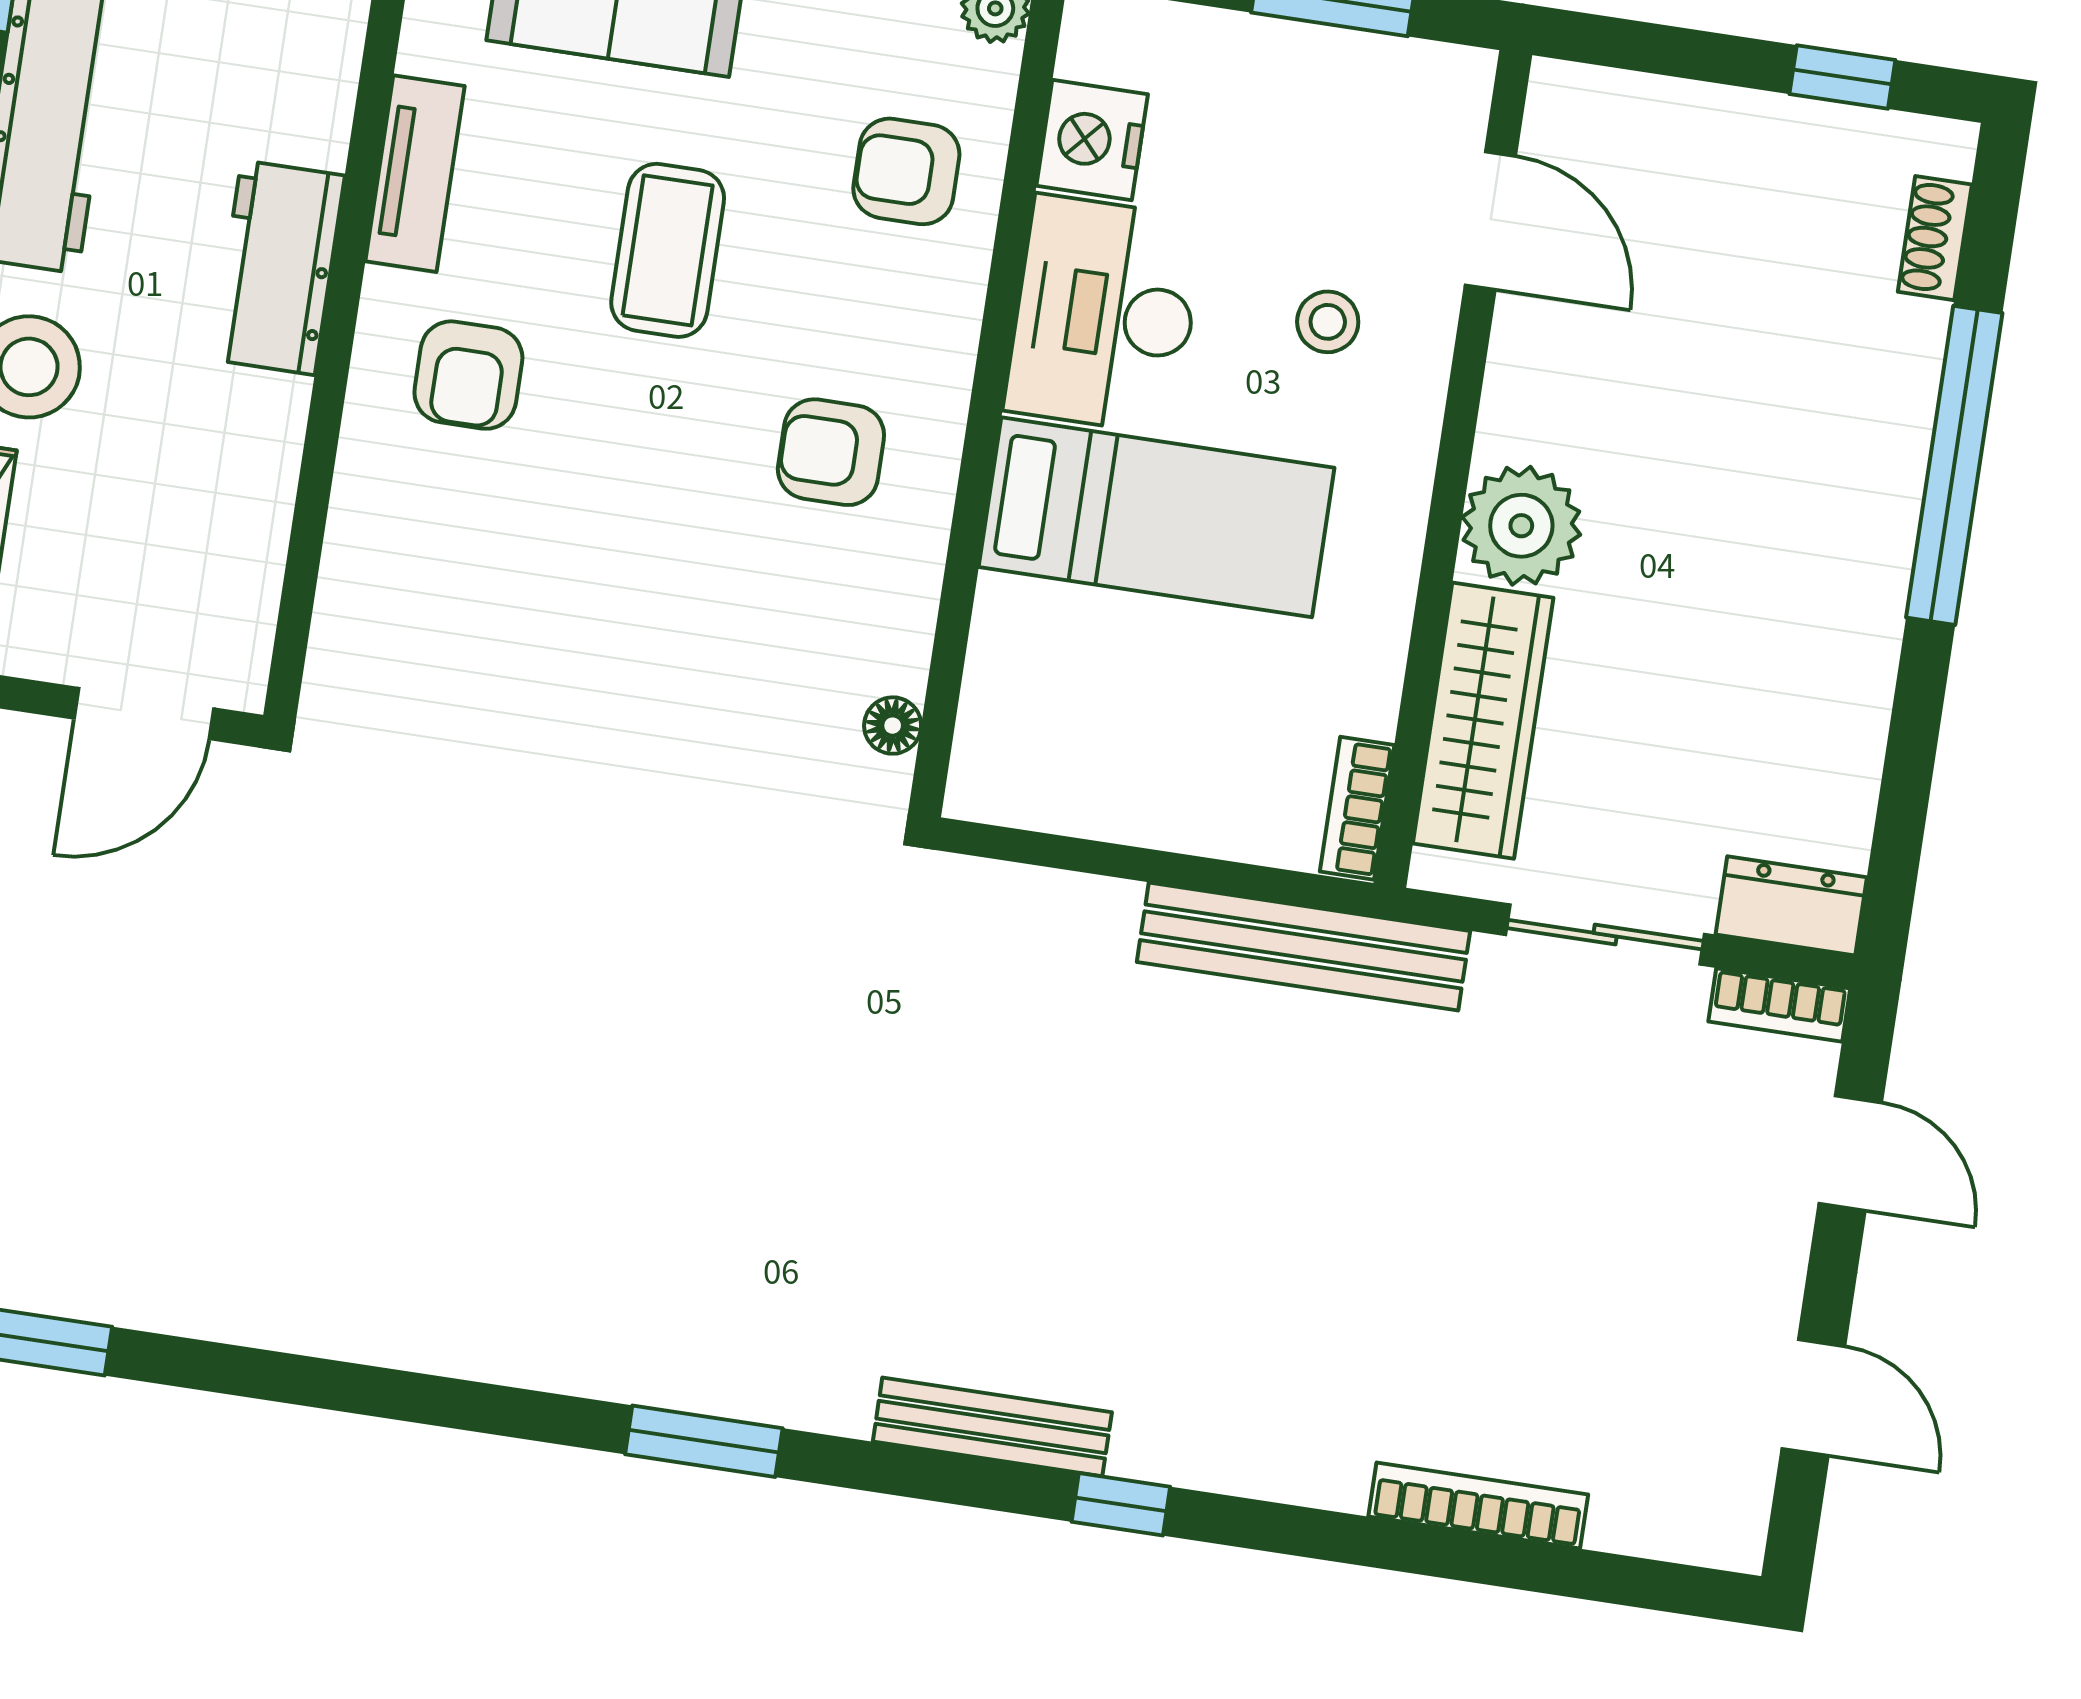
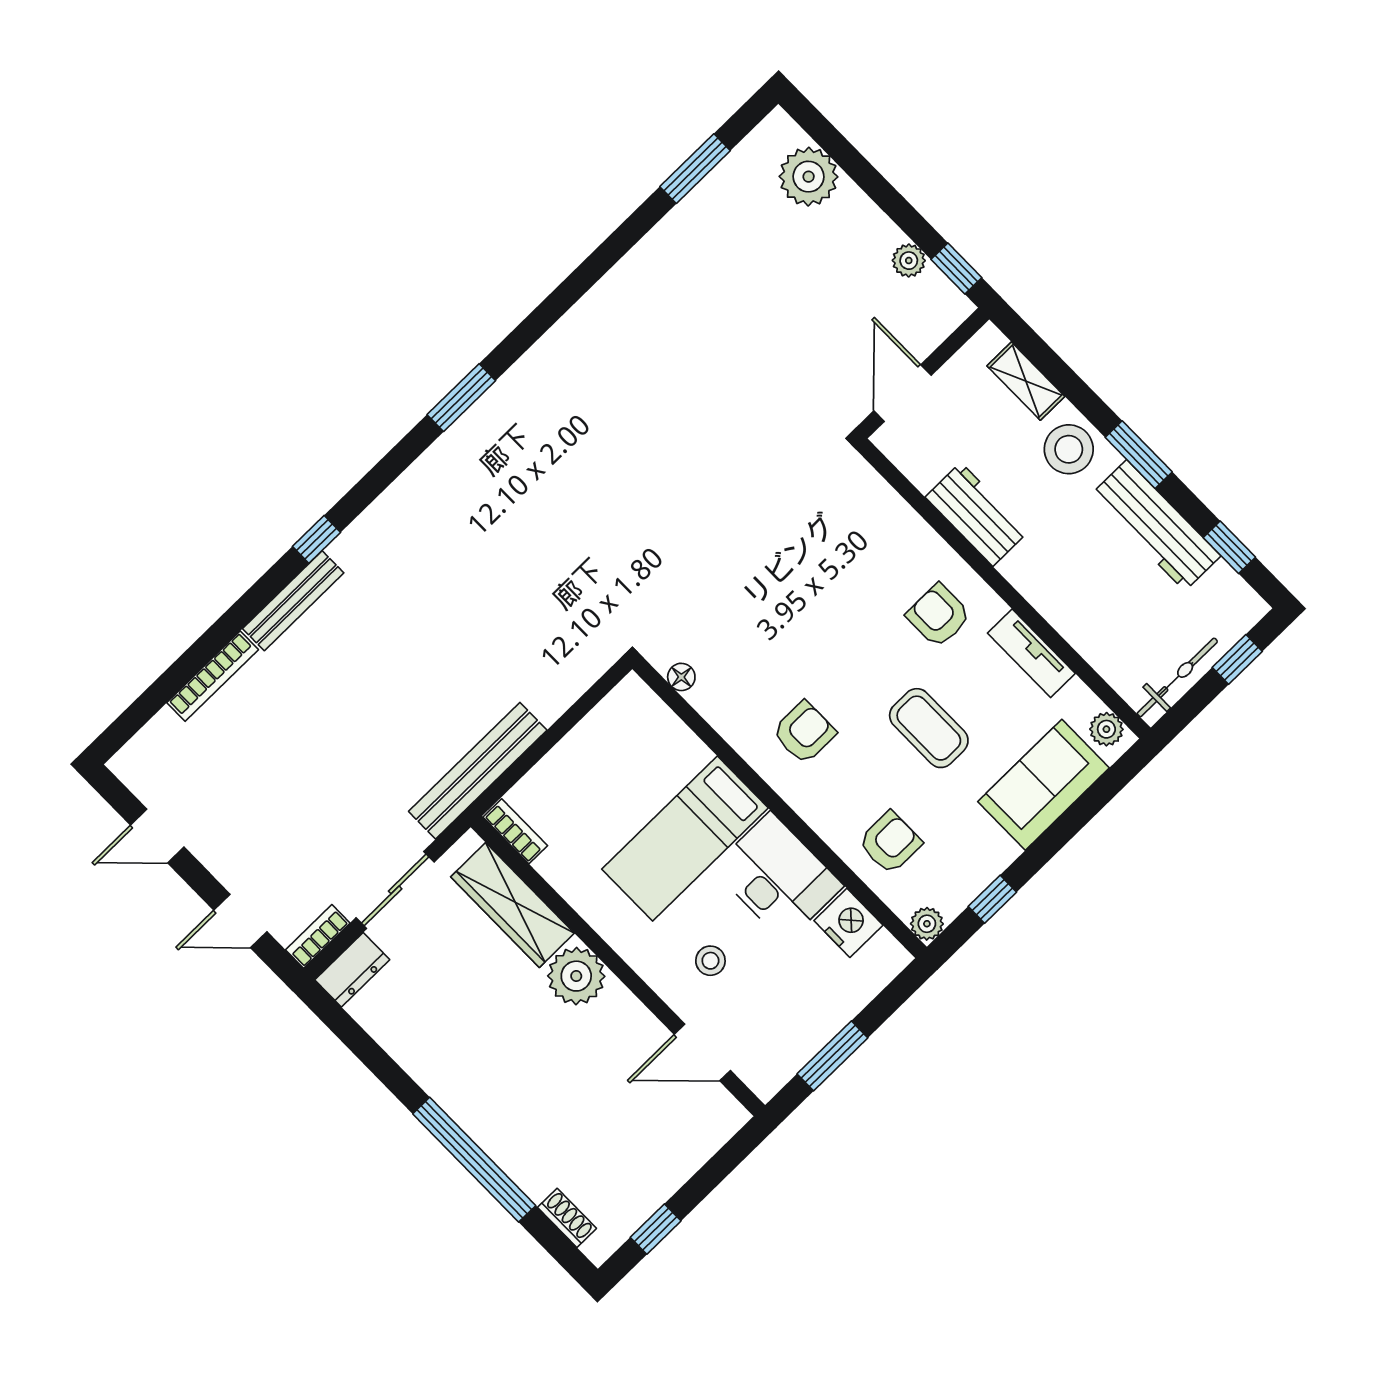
workbench: (278, 268) -> (977, 514), moved
bench: (992, 1427) -> (293, 601), moved

